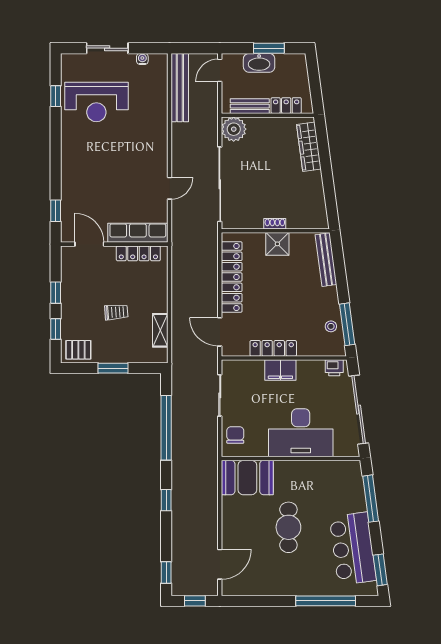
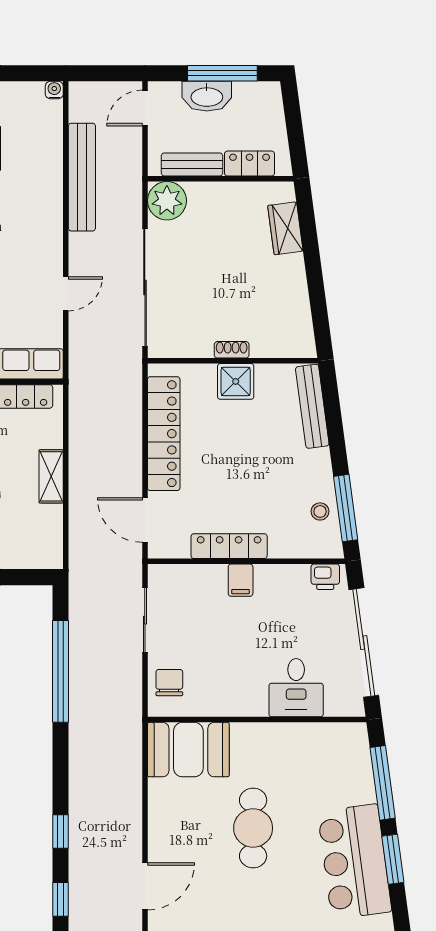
window: (269, 48) -> (222, 73), width x1.44
water cooler: (142, 59) -> (54, 90), moved
bench: (180, 88) -> (82, 177), moved
wardrobe: (309, 147) -> (285, 228), width x0.67
shelving: (160, 330) -> (51, 476), moved
filing cabinet: (280, 370) -> (241, 580), width x0.50
desk: (301, 433) -> (296, 688), width x0.53, depth x0.77
window: (166, 500) -> (61, 832), moved
window: (380, 570) -> (393, 859), moved

